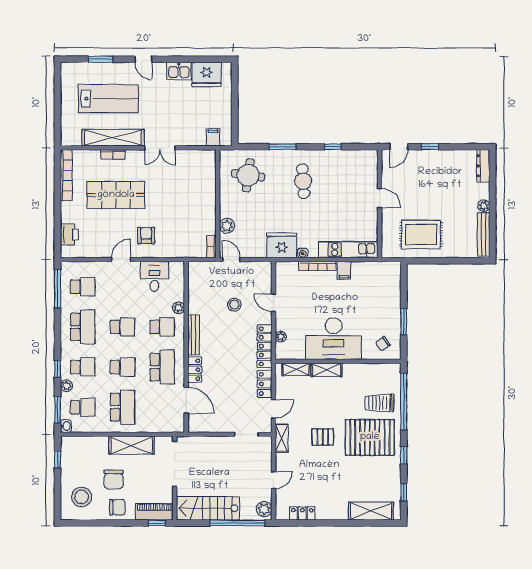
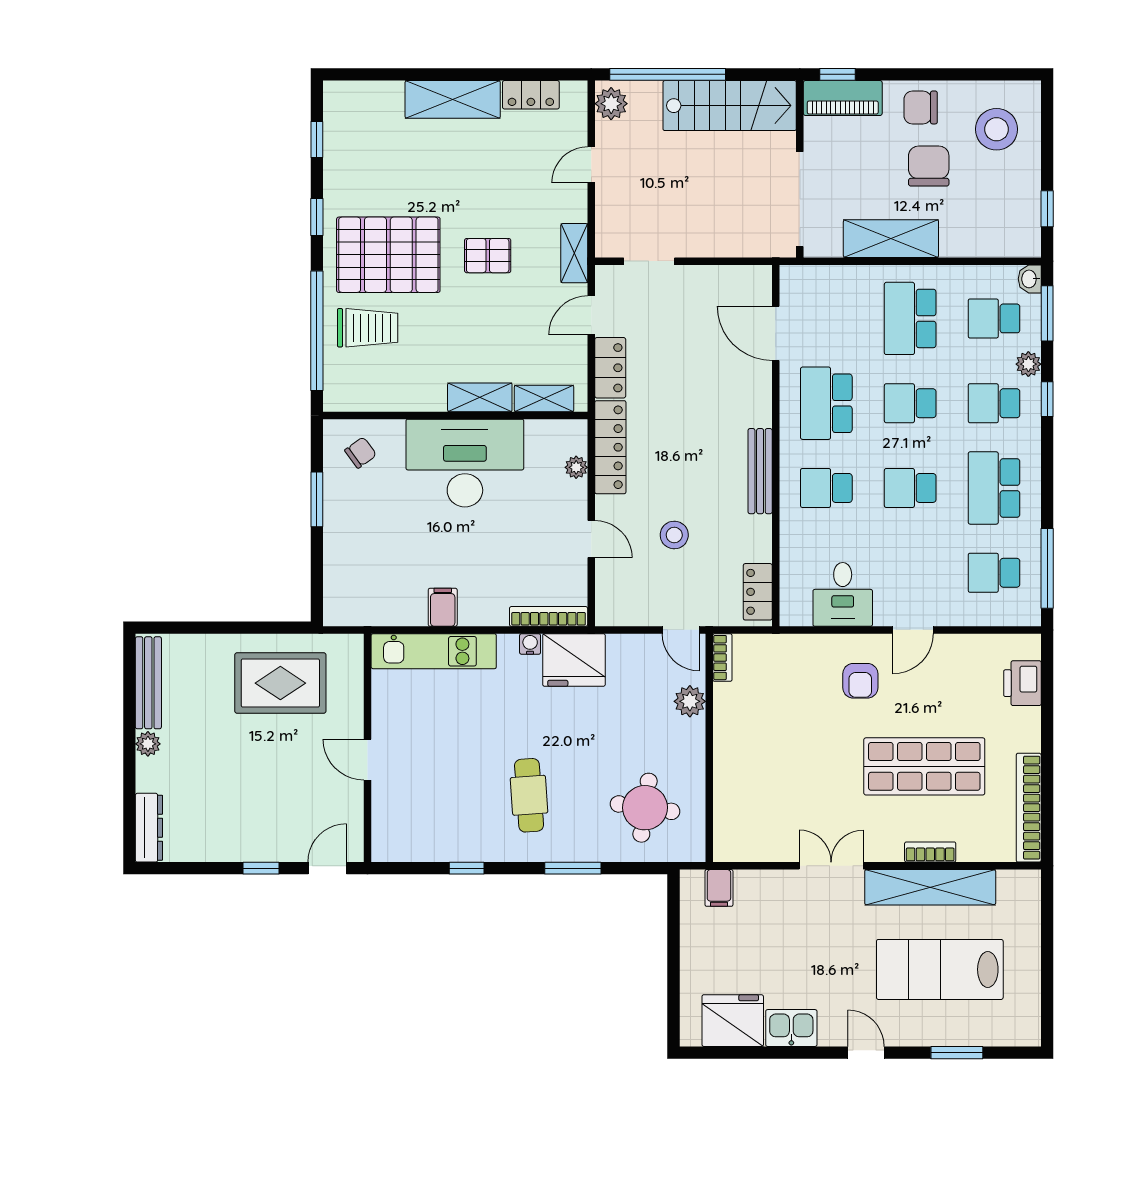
bookcase: (318, 266) -> (549, 616), moved
plant: (179, 308) -> (792, 528), removed
locker: (195, 370) -> (758, 592), moved
shelving: (371, 511) -> (453, 99), moved

